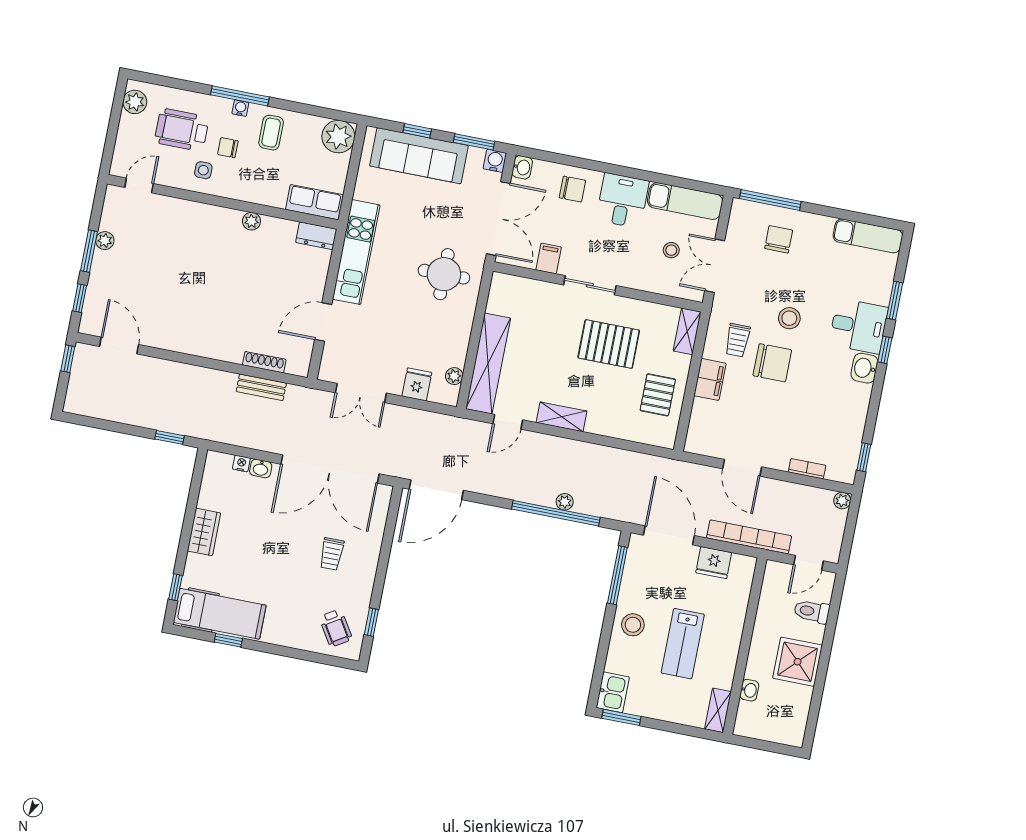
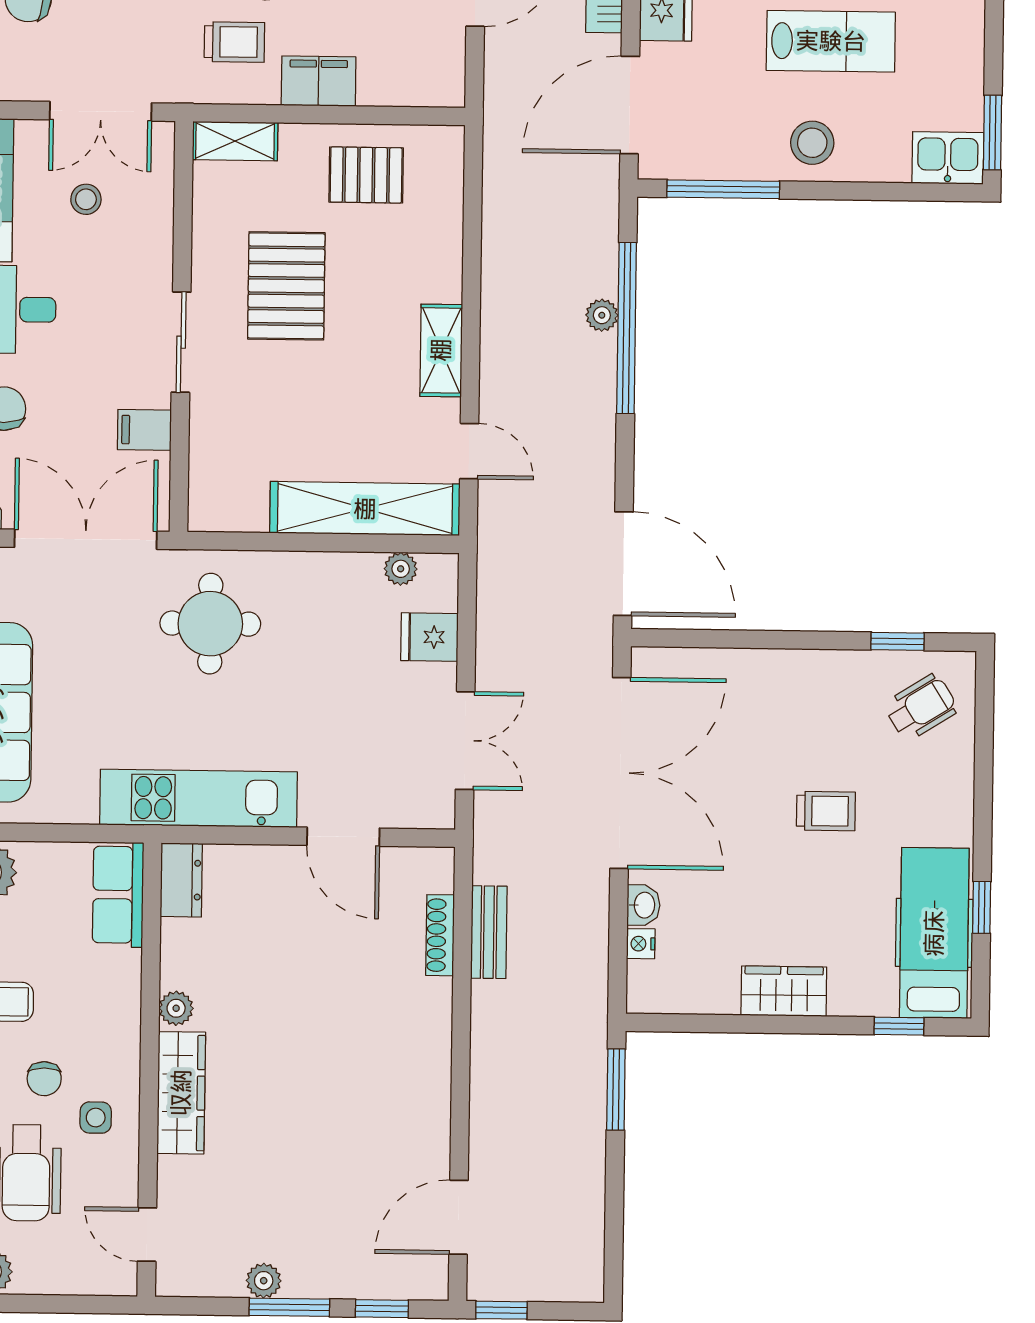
wardrobe: (208, 216) -> (181, 1093), added
window: (169, 437) -> (616, 1089), width x1.50
trolley: (332, 554) -> (826, 811), moved

